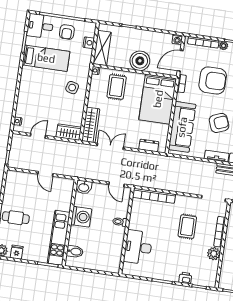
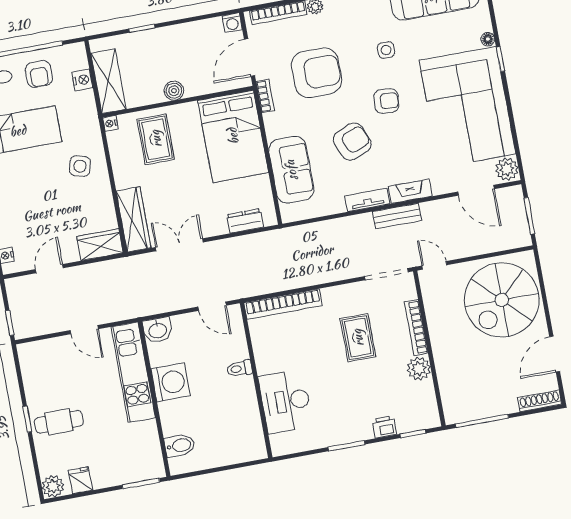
boiler: (140, 61) -> (174, 91), width x0.54, depth x0.54
sofa: (182, 127) -> (291, 170), width x0.73
kitchen unit: (59, 238) -> (133, 372), moved

